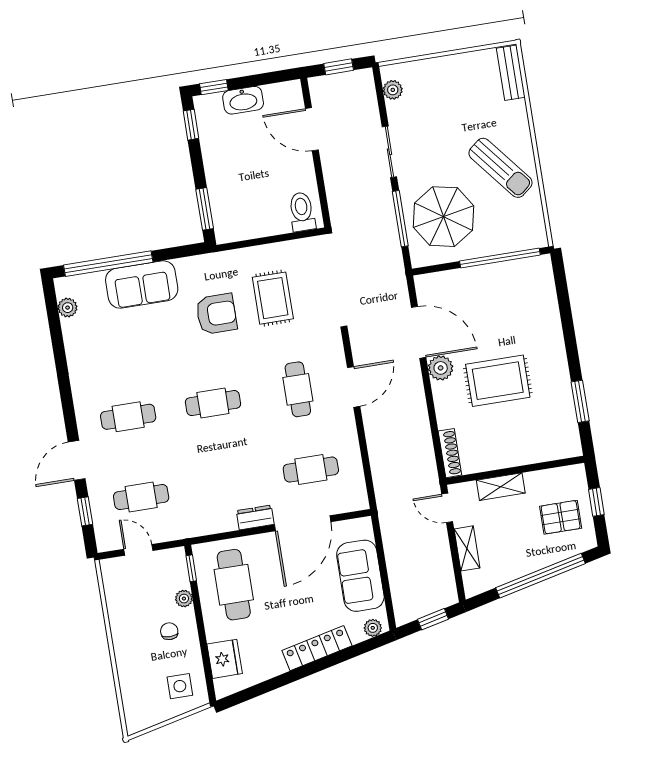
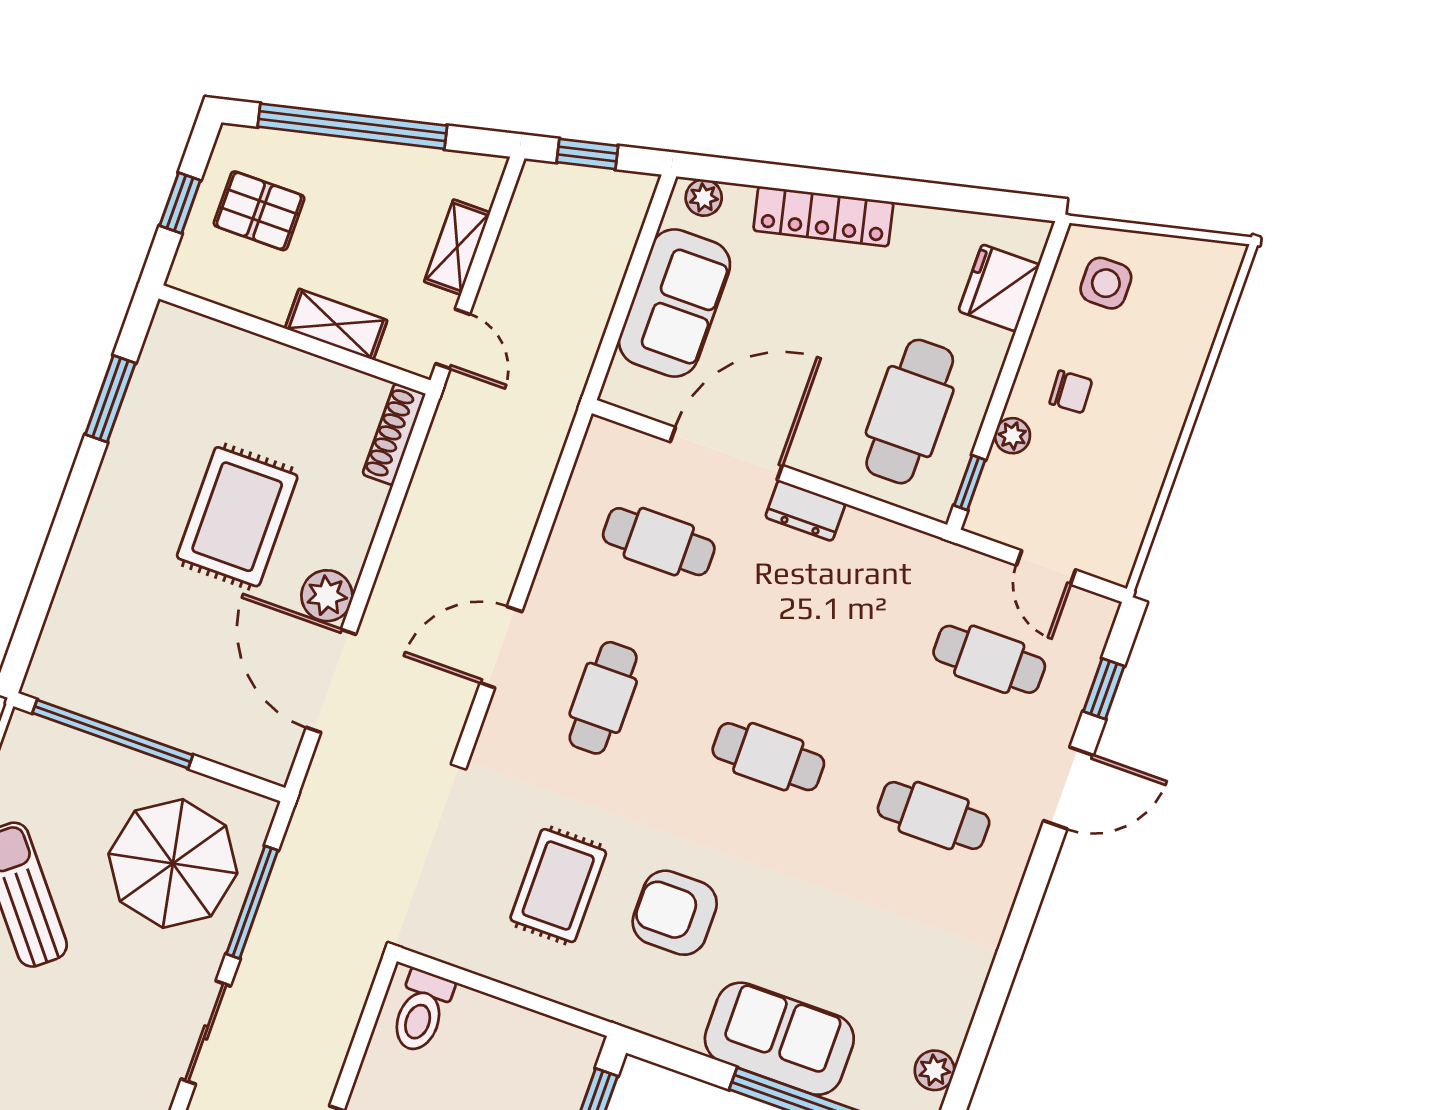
rug: (498, 381) -> (237, 517), turned 90
chair: (169, 631) -> (1071, 392), turned -93

